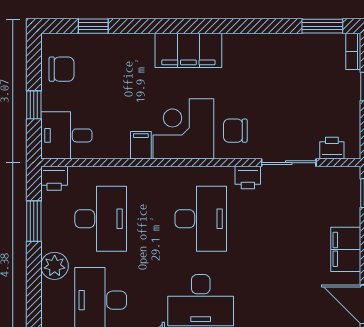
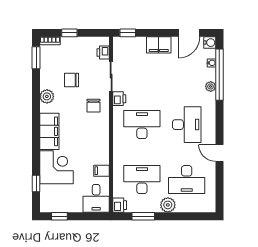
plant: (252, 46) -> (47, 96), added
chair: (62, 69) -> (71, 80), moved, turned -90
window: (34, 105) -> (59, 216), moved
corner desk: (183, 129) -> (57, 167), moved, turned 180
filing cabinet: (141, 145) -> (102, 171), moved

